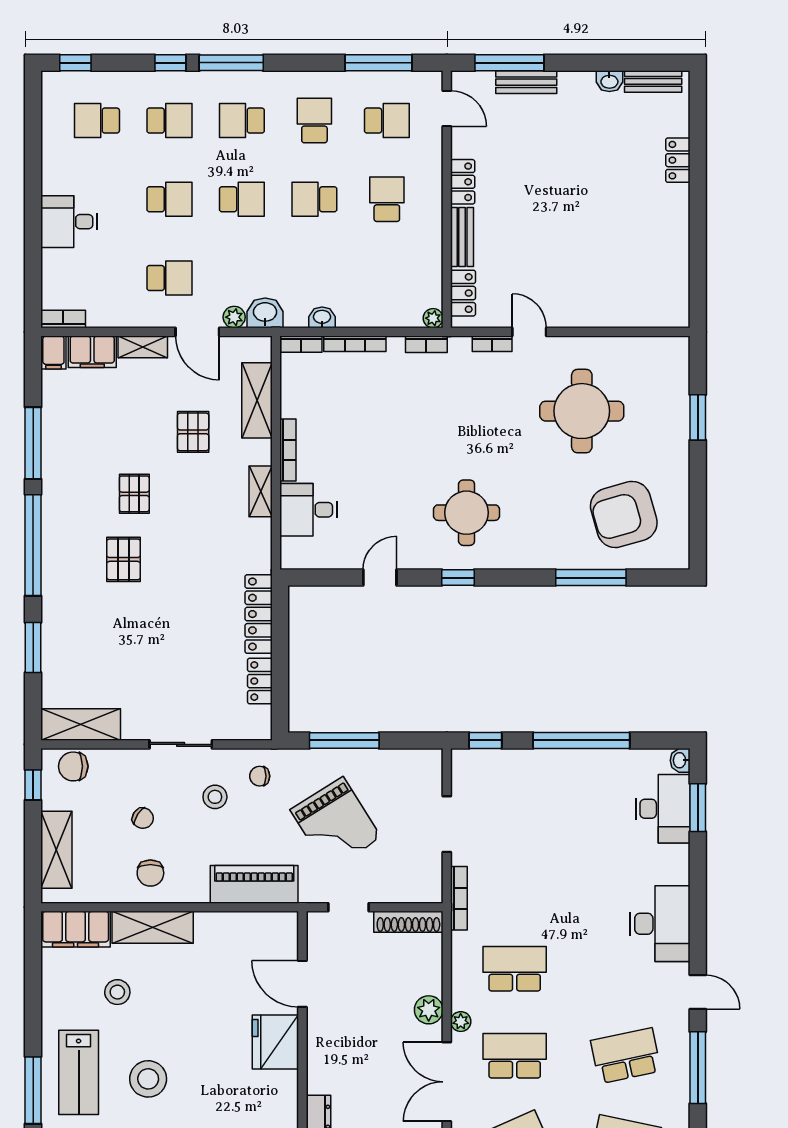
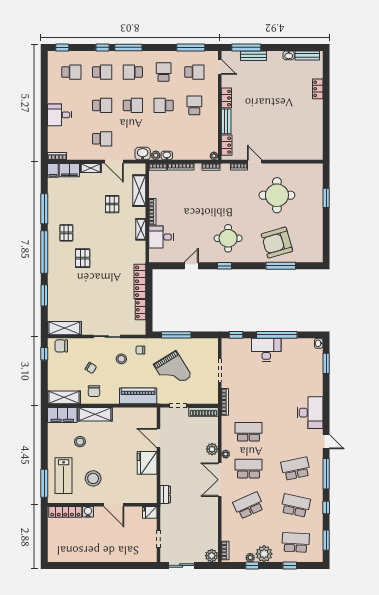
school desk: (97, 121) -> (71, 72), turned 180
plant: (234, 317) -> (156, 155), moved
pallet: (134, 494) -> (66, 233), moved
armchair: (624, 514) -> (277, 243), moved
desk: (663, 809) -> (266, 350), moved, turned -90
shelving: (56, 850) -> (64, 397), moved, turned 90

